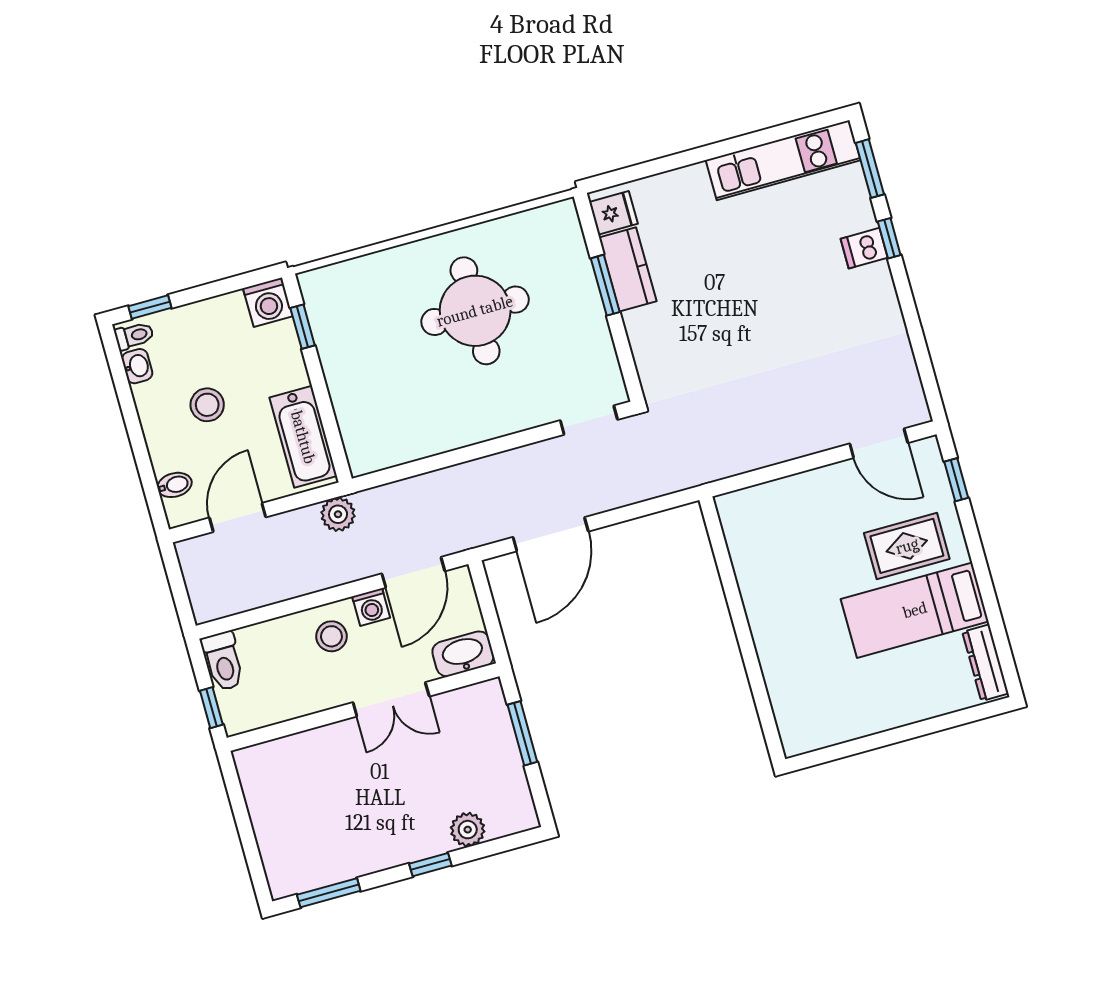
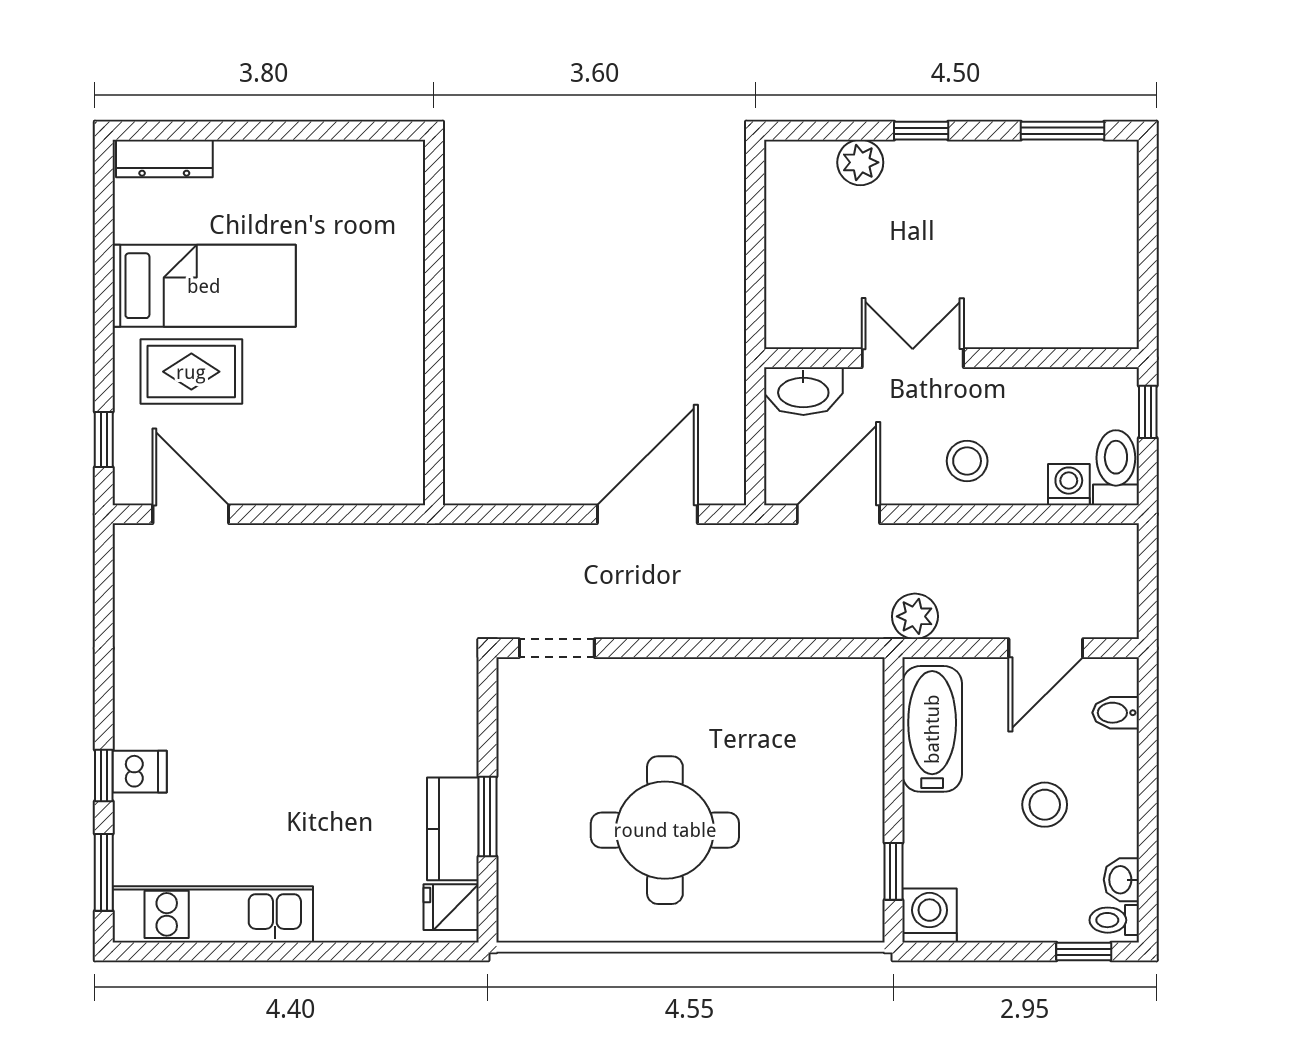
washing machine: (371, 607) -> (1069, 485), moved
dresser: (985, 663) -> (164, 158), moved, turned 90
window: (522, 733) -> (755, 267), removed

